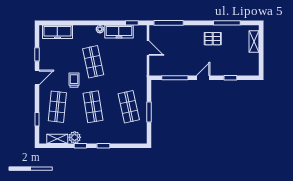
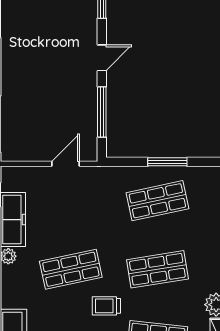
pallet: (213, 39) -> (27, 39), removed
door: (148, 48) -> (66, 164), moved
door: (203, 78) -> (102, 58), swing flipped

